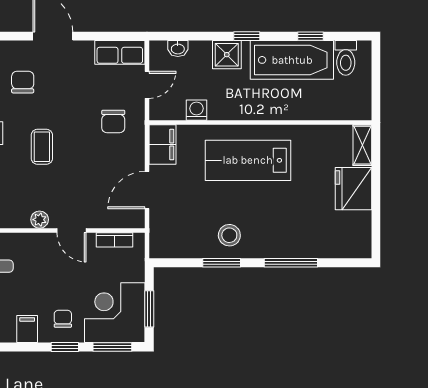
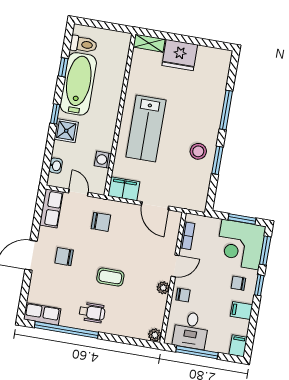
chair: (23, 82) -> (64, 257), moved
chair: (35, 248) -> (183, 295), added

